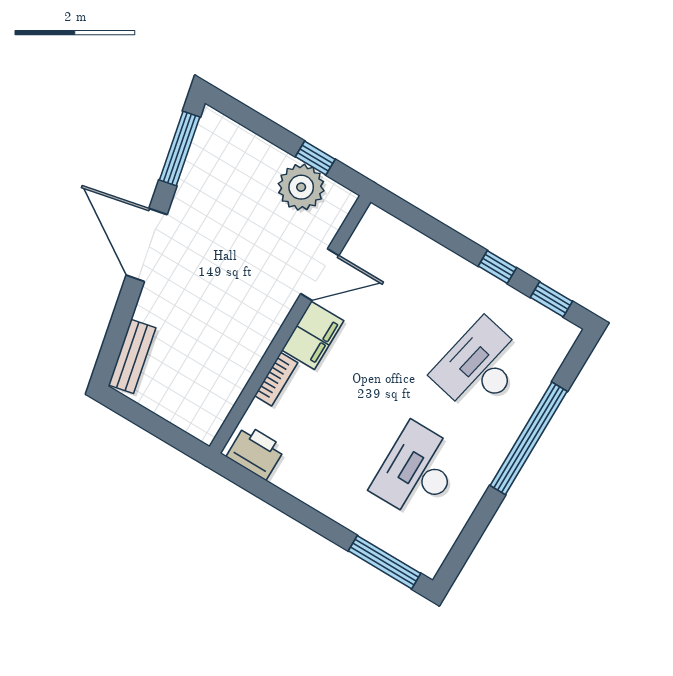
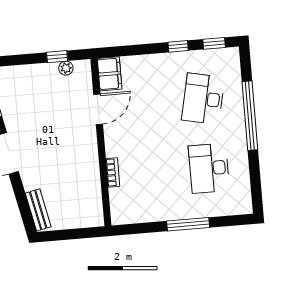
plant: (301, 187) -> (66, 68), width x0.53, depth x0.53
filing cabinet: (313, 335) -> (110, 74), moved
printer: (256, 452) -> (128, 213), removed
window: (384, 562) -> (188, 224), moved

